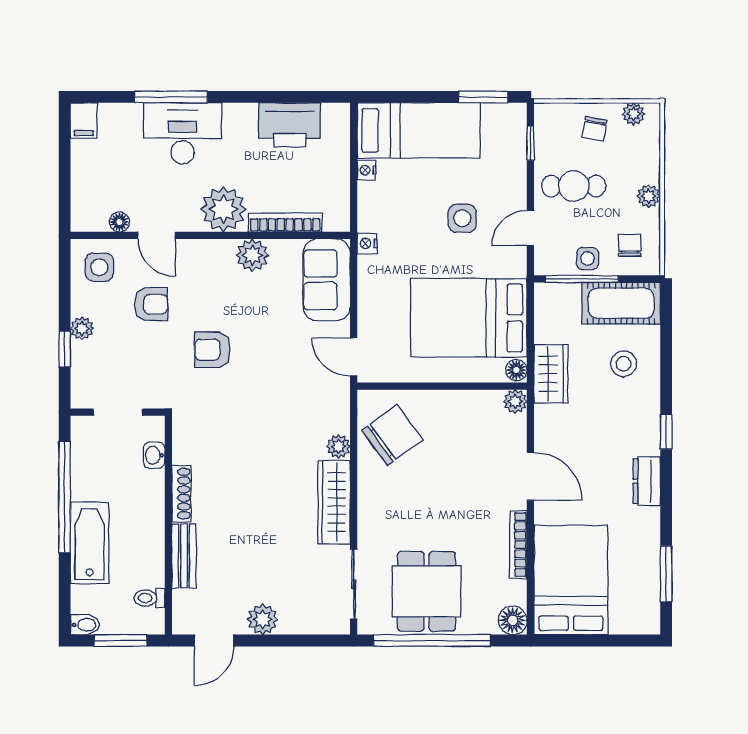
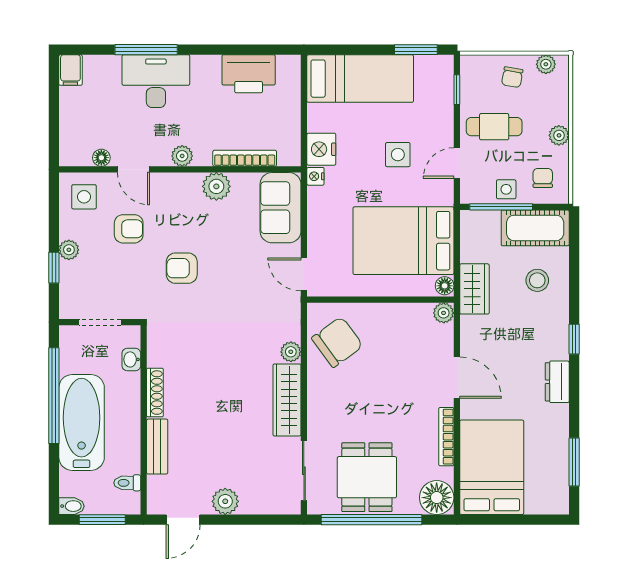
nightstand: (366, 170) -> (321, 149), moved, width x1.89, depth x1.79
plant: (223, 209) -> (182, 156), width x0.53, depth x0.53
bathtub: (90, 543) -> (82, 422), width x1.36, depth x1.36
floor lamp: (513, 620) -> (437, 498), width x1.38, depth x1.38

